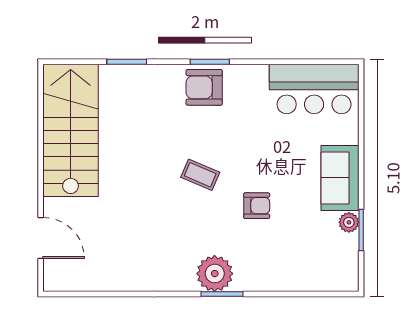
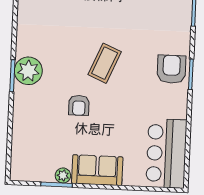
coffee table: (200, 175) -> (105, 63), width x1.36, depth x1.30

